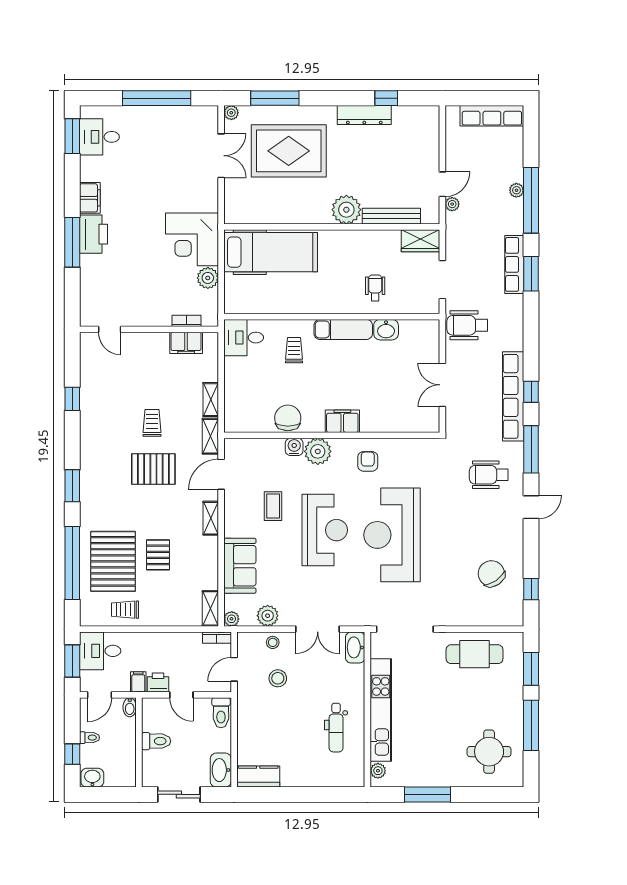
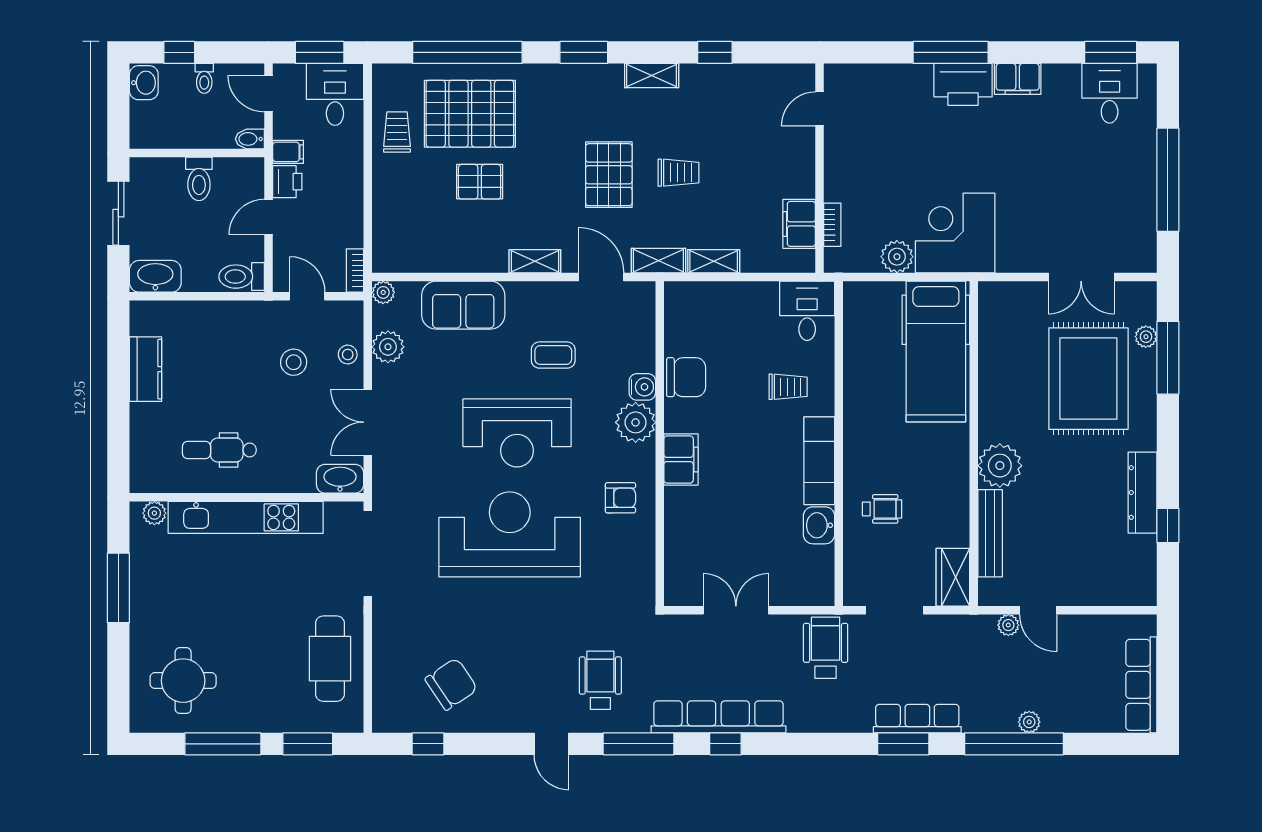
plant: (231, 113) -> (1146, 337), moved
shelving: (210, 608) -> (652, 76), moved
kitchen counter: (258, 776) -> (146, 369), moved

